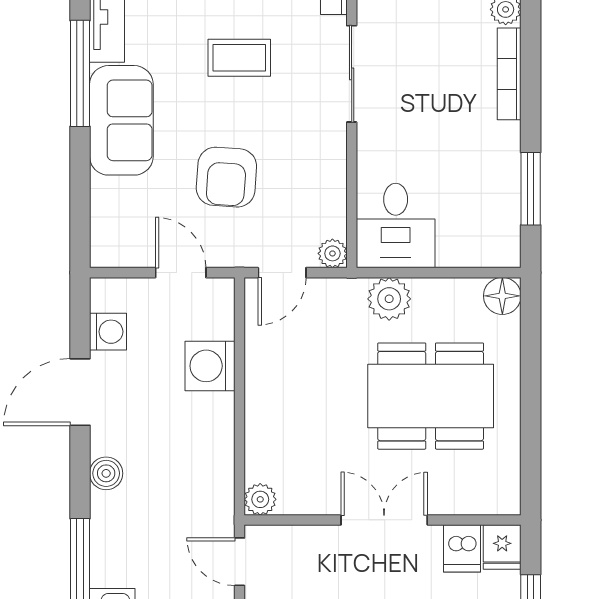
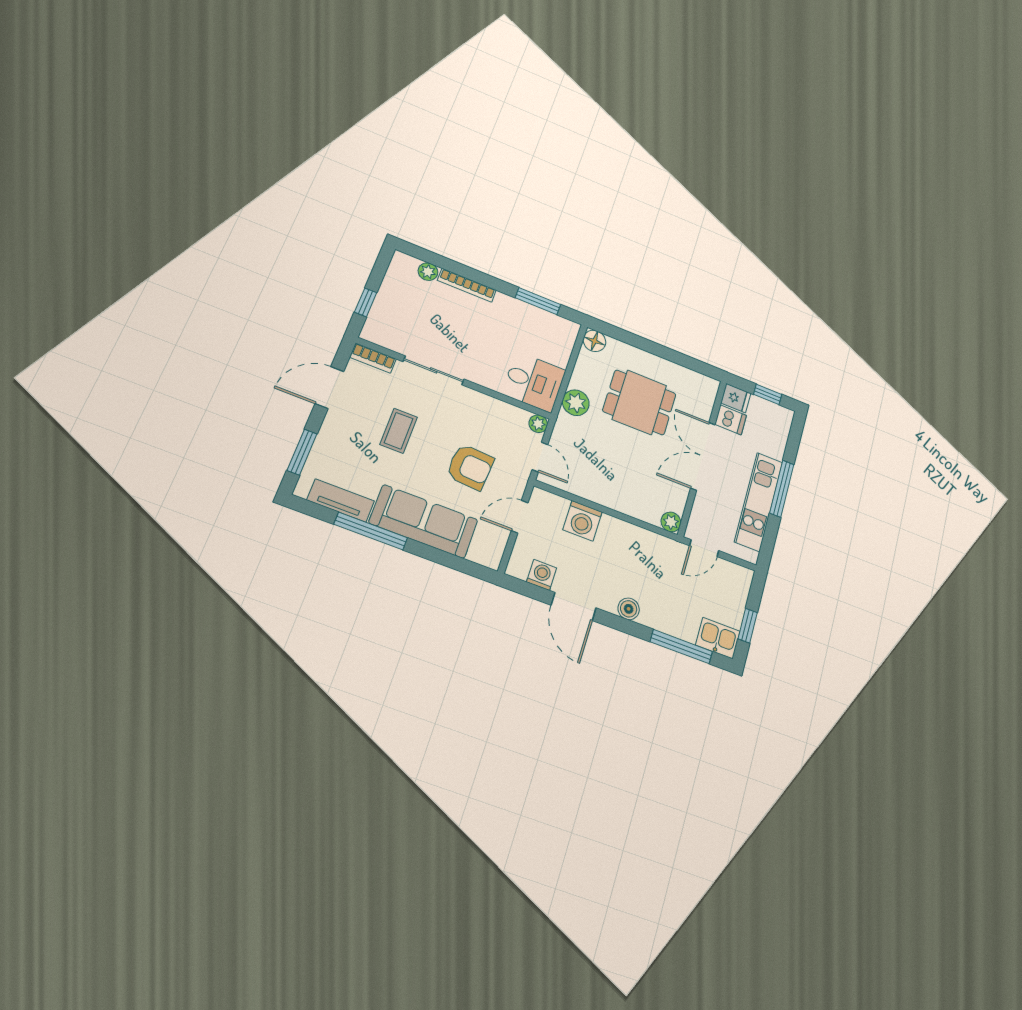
sofa: (121, 120) -> (424, 521), width x1.36
dining table: (431, 396) -> (639, 402), width x0.73
double door: (384, 520) -> (703, 456), width x1.37

